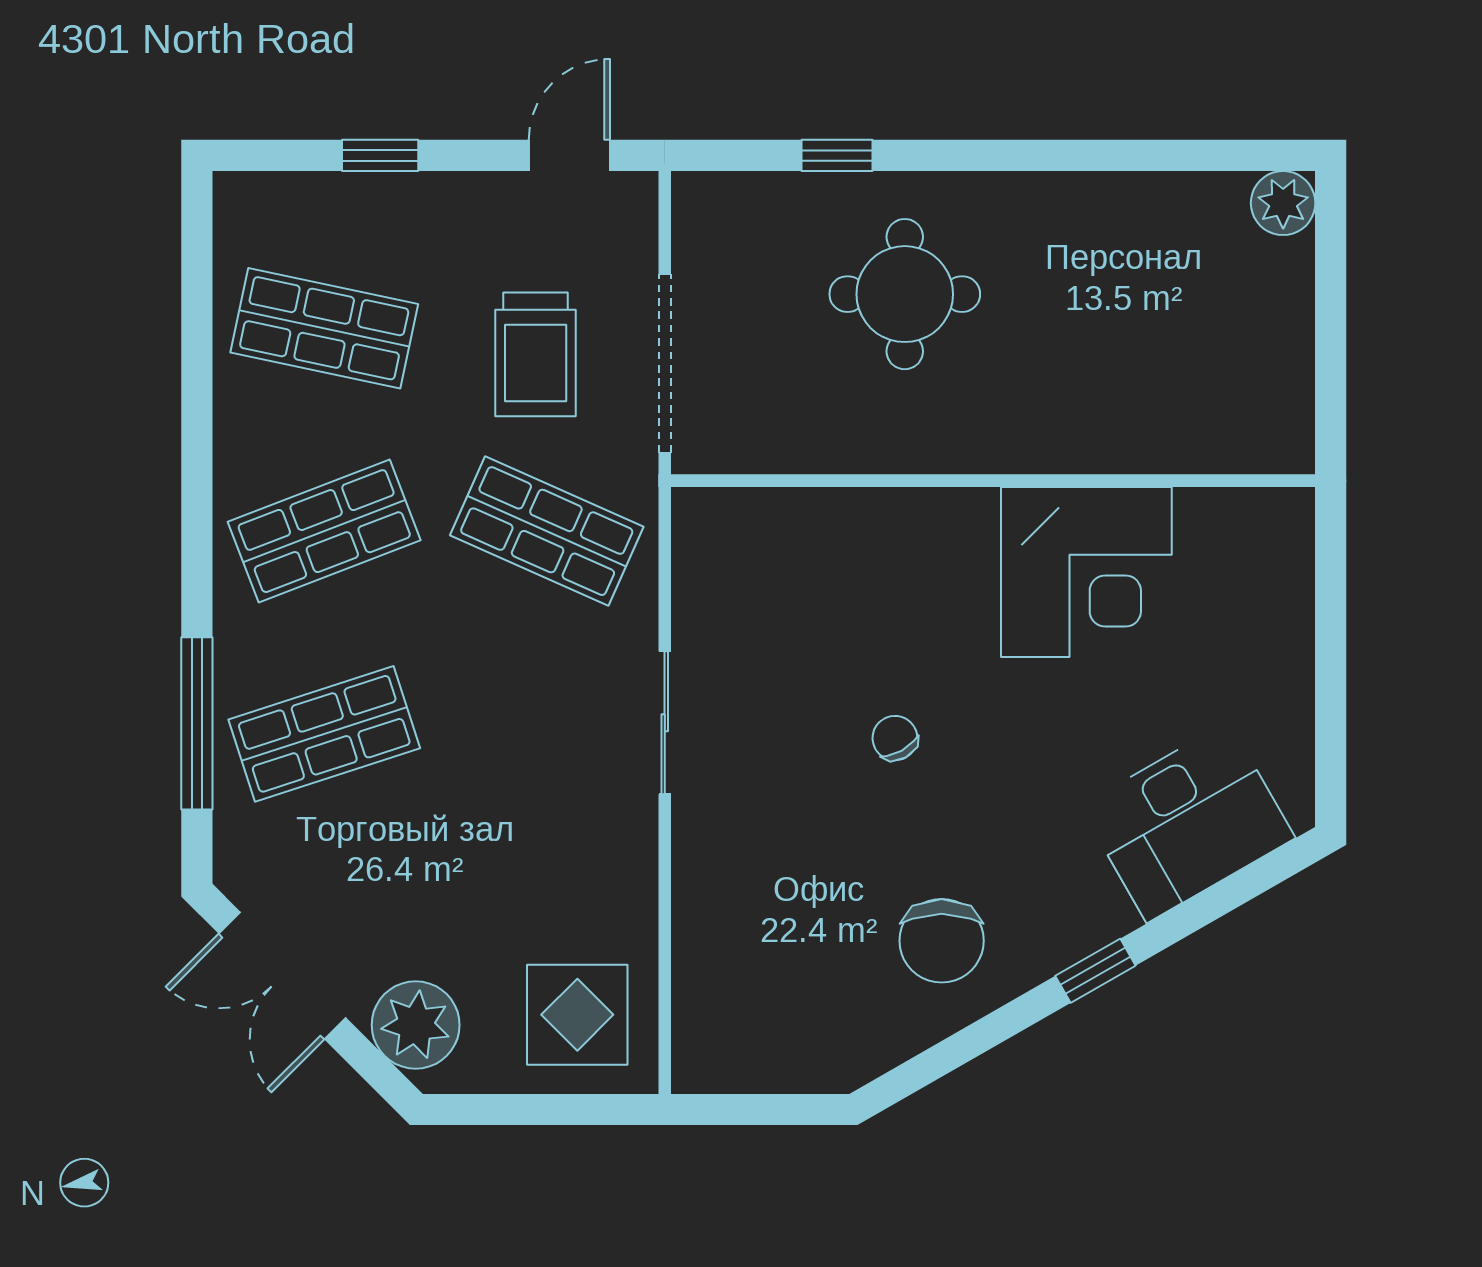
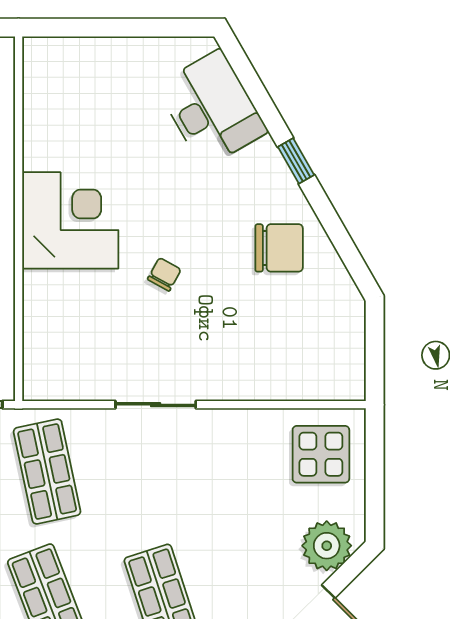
shop shelf: (547, 531) -> (47, 471), turned -36
corner desk: (1086, 572) -> (70, 220), moved
chair: (895, 738) -> (164, 274), turned 148

